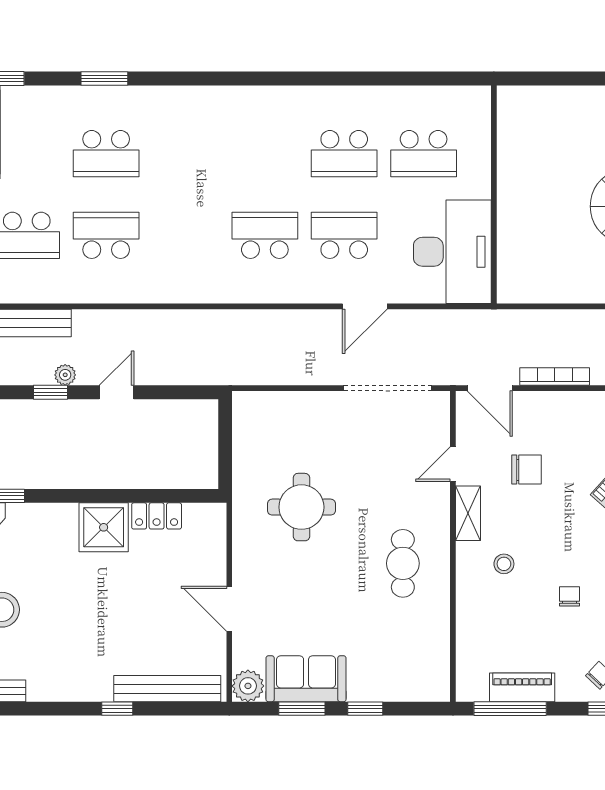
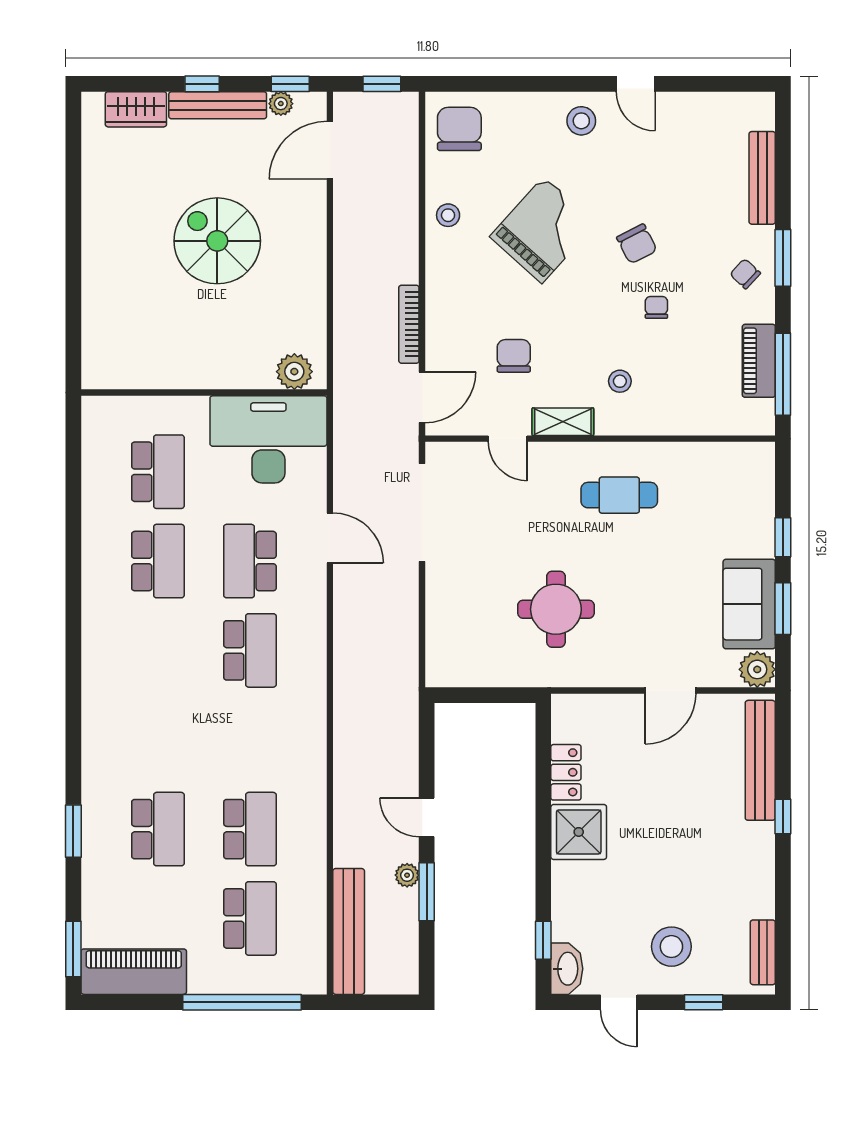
school desk: (106, 235) -> (250, 829), turned 180
school desk: (265, 235) -> (250, 650), turned 180
plant: (513, 275) -> (294, 372), added
window: (50, 392) -> (427, 892), width x1.50
chair: (570, 596) -> (656, 307), turned 90

